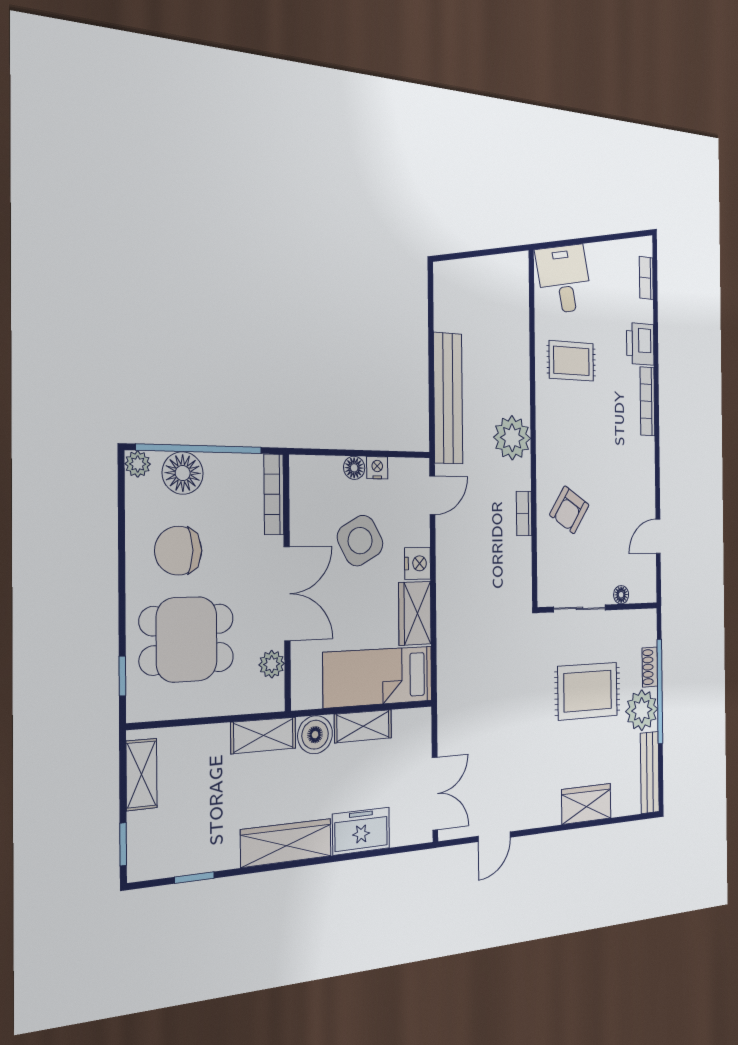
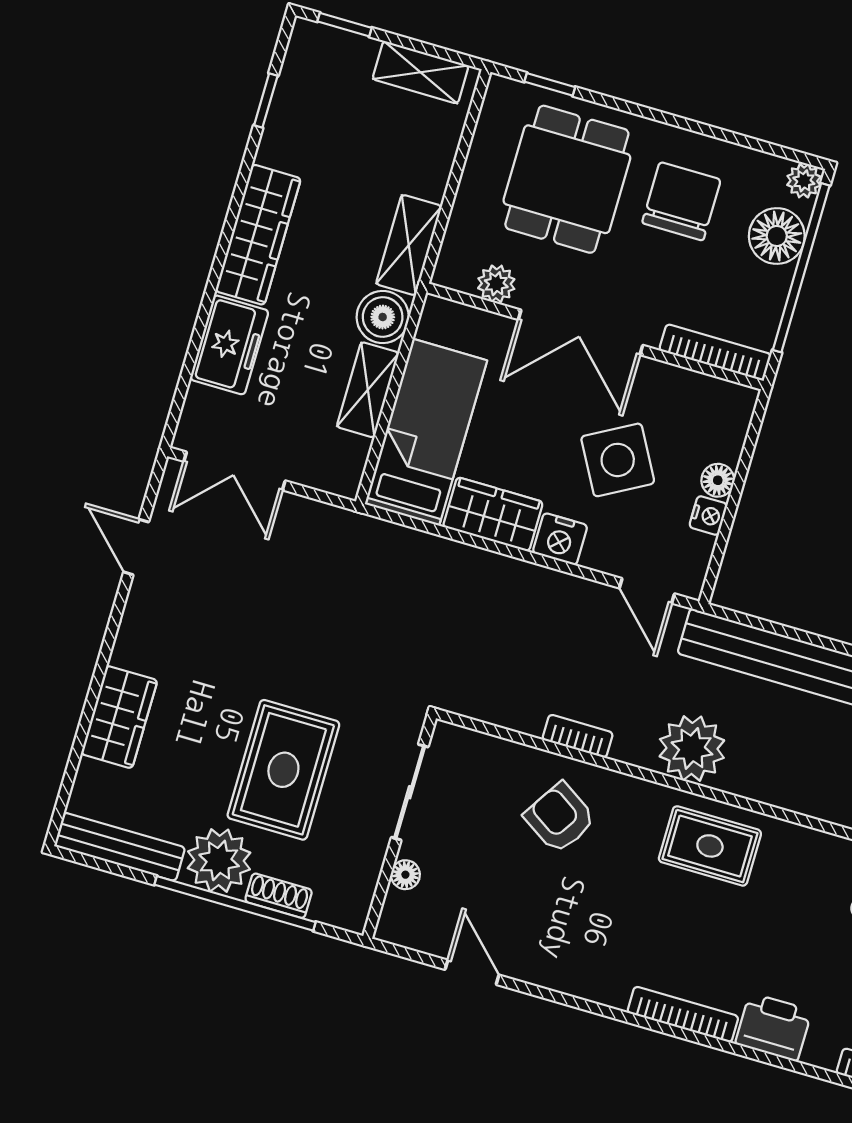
rug: (571, 361) -> (710, 846), moved, turned 90

